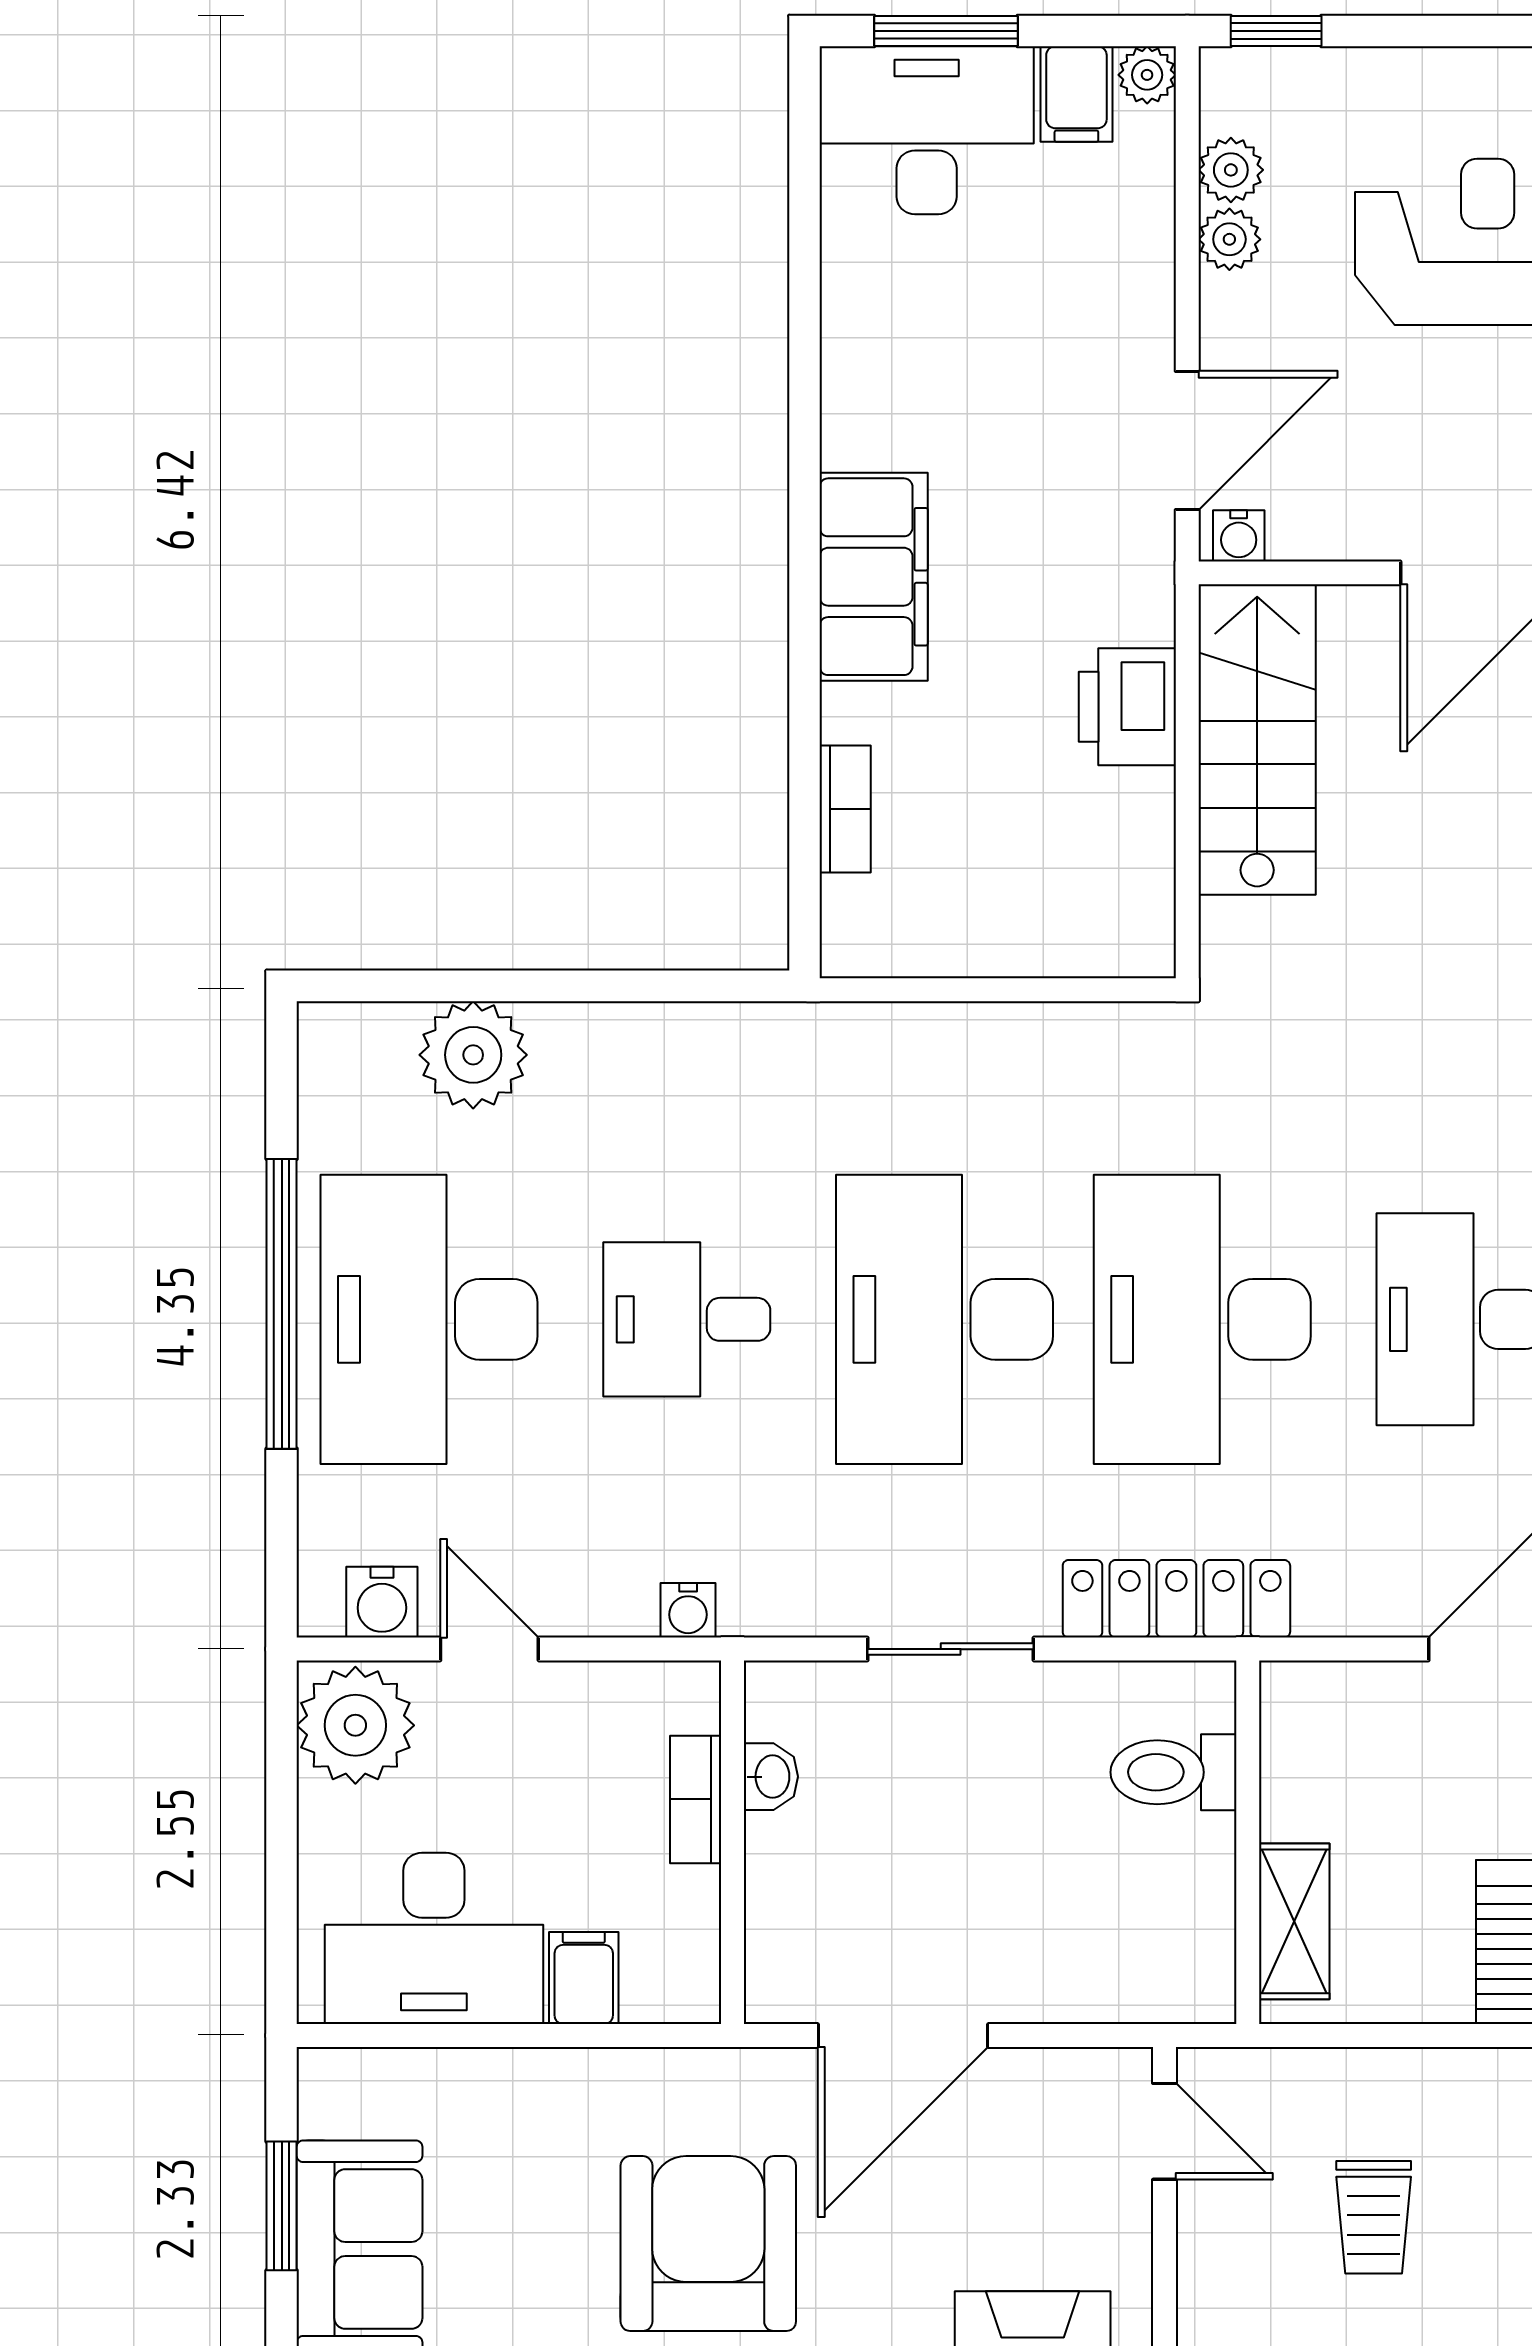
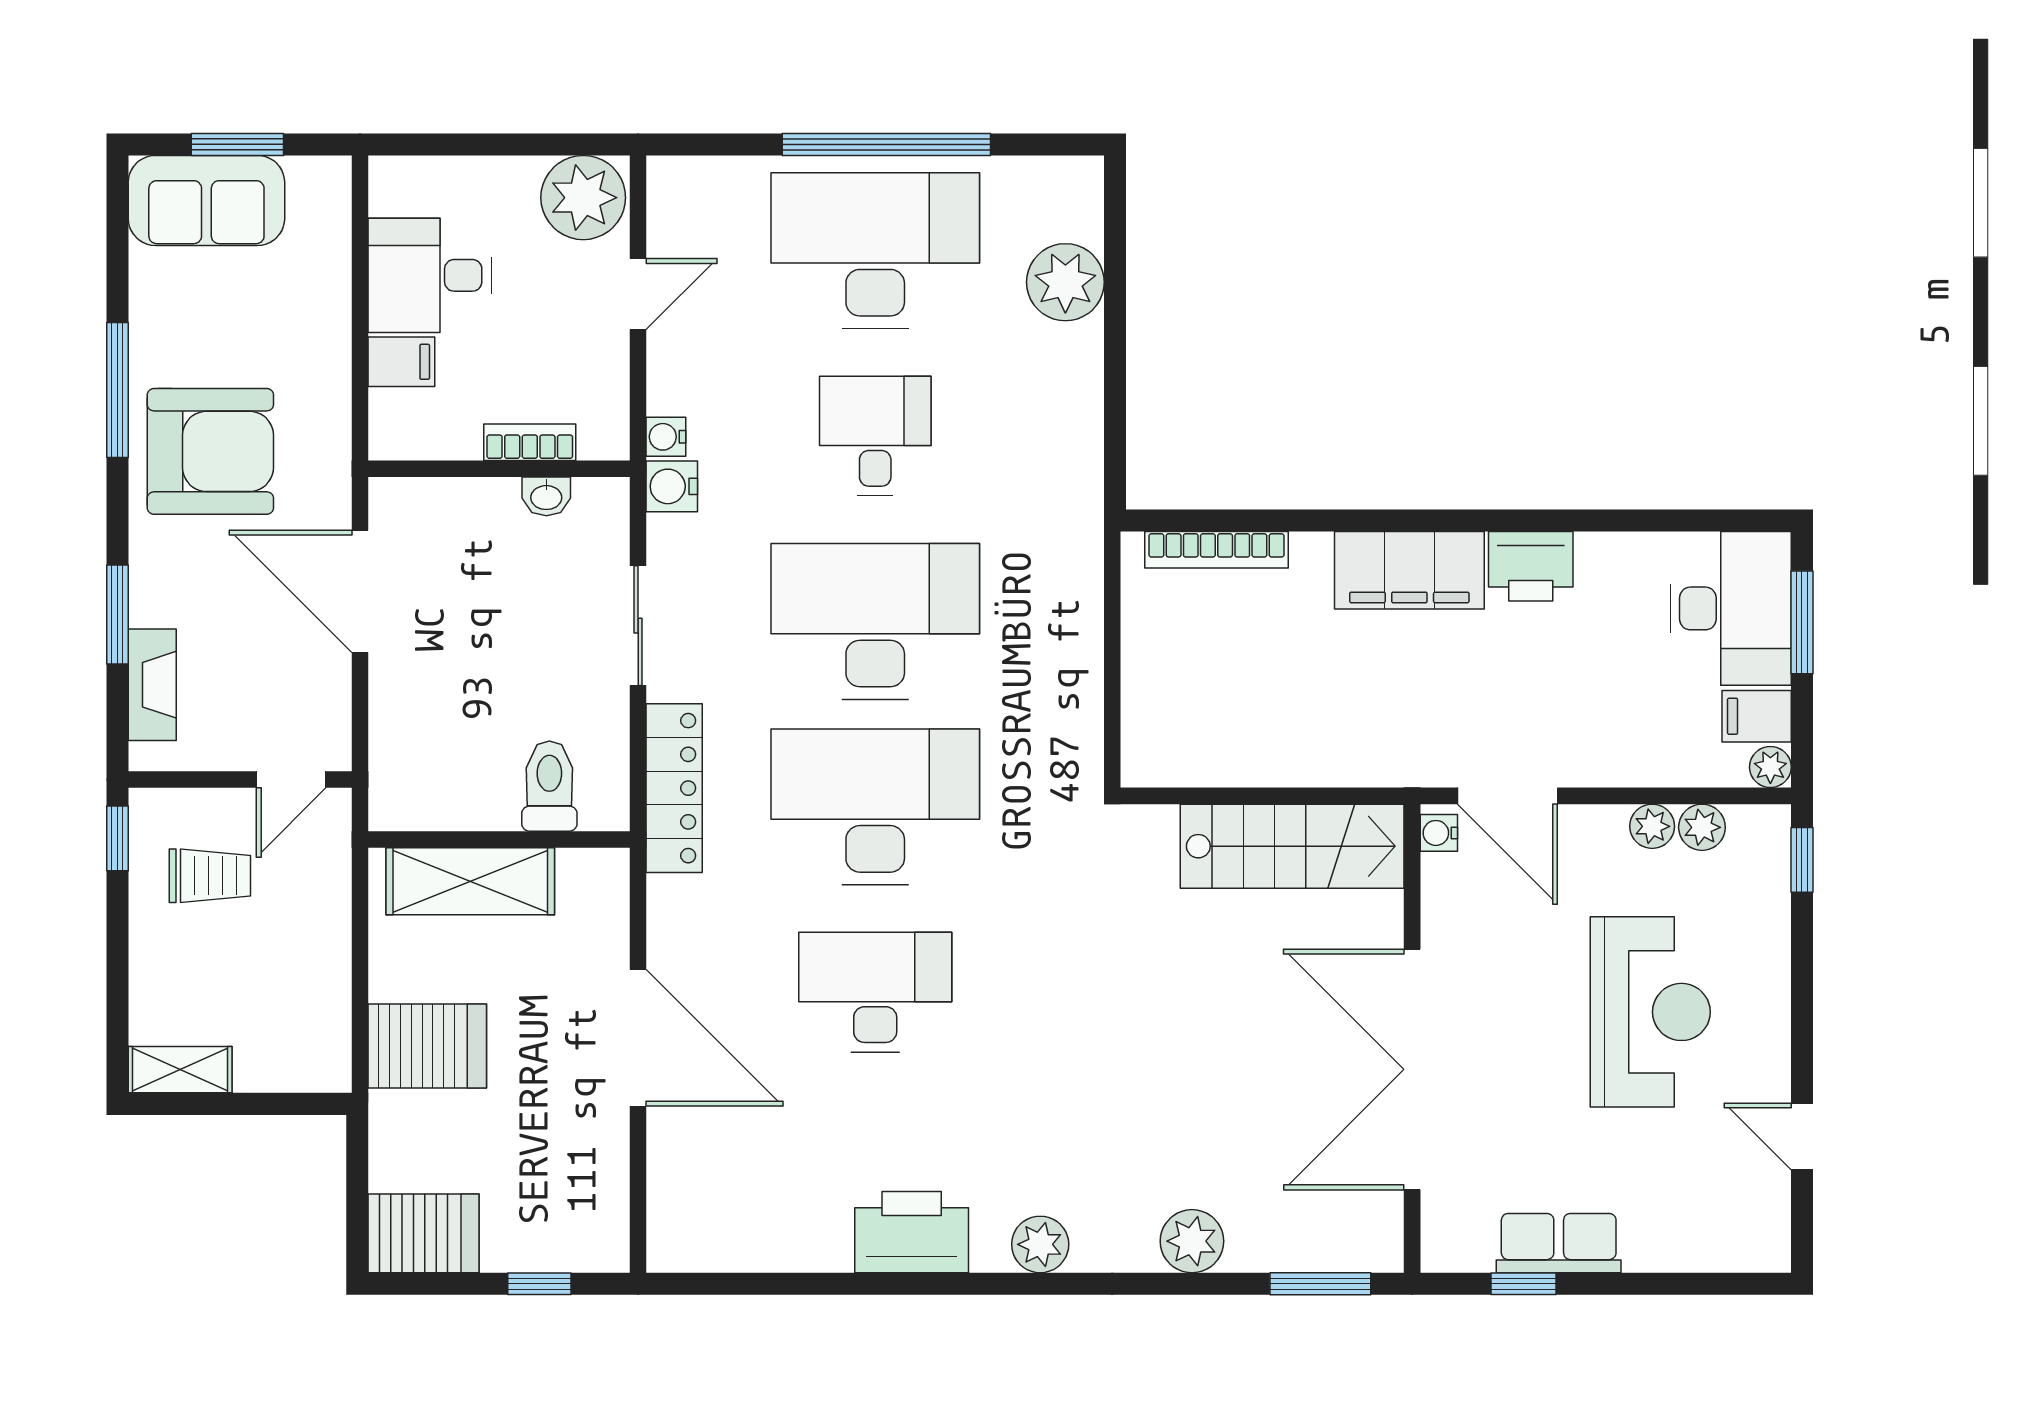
printer: (1127, 707) -> (1531, 566), moved, turned 180
bookcase: (845, 809) -> (1216, 550), width x1.56
water cooler: (382, 1602) -> (672, 486), moved
shelving: (1294, 1921) -> (470, 881), width x1.50, depth x1.33
desk: (434, 1938) -> (430, 275), width x0.73
trolley: (1374, 2217) -> (210, 876), moved, turned 180

